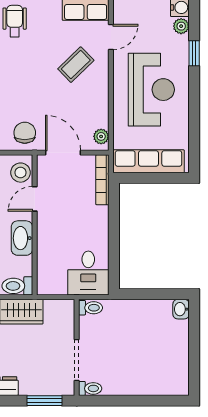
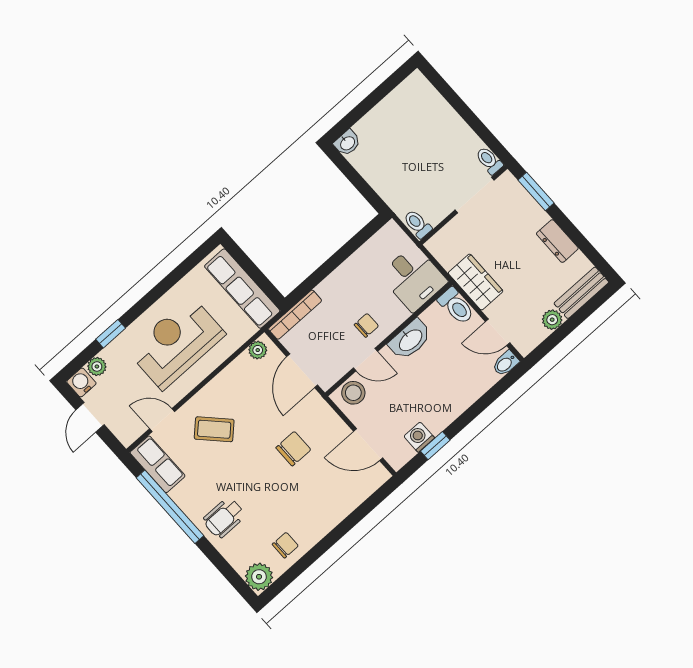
chair: (25, 133) -> (293, 449), moved, turned 180
chair: (56, 219) -> (366, 325), added
desk: (88, 273) -> (413, 278), moved, turned 90

